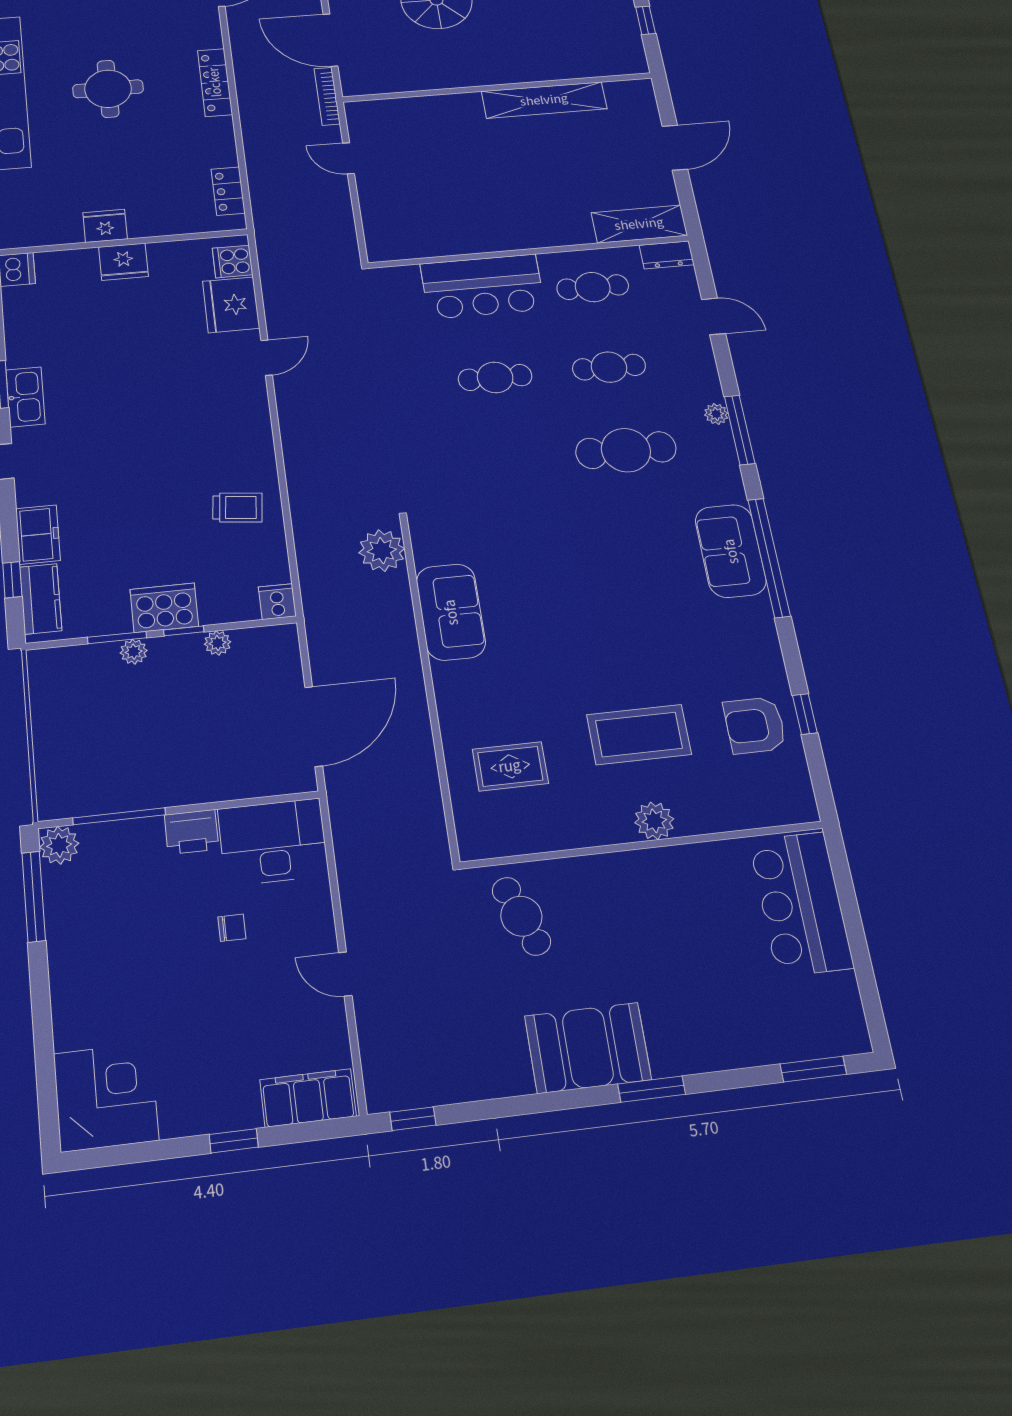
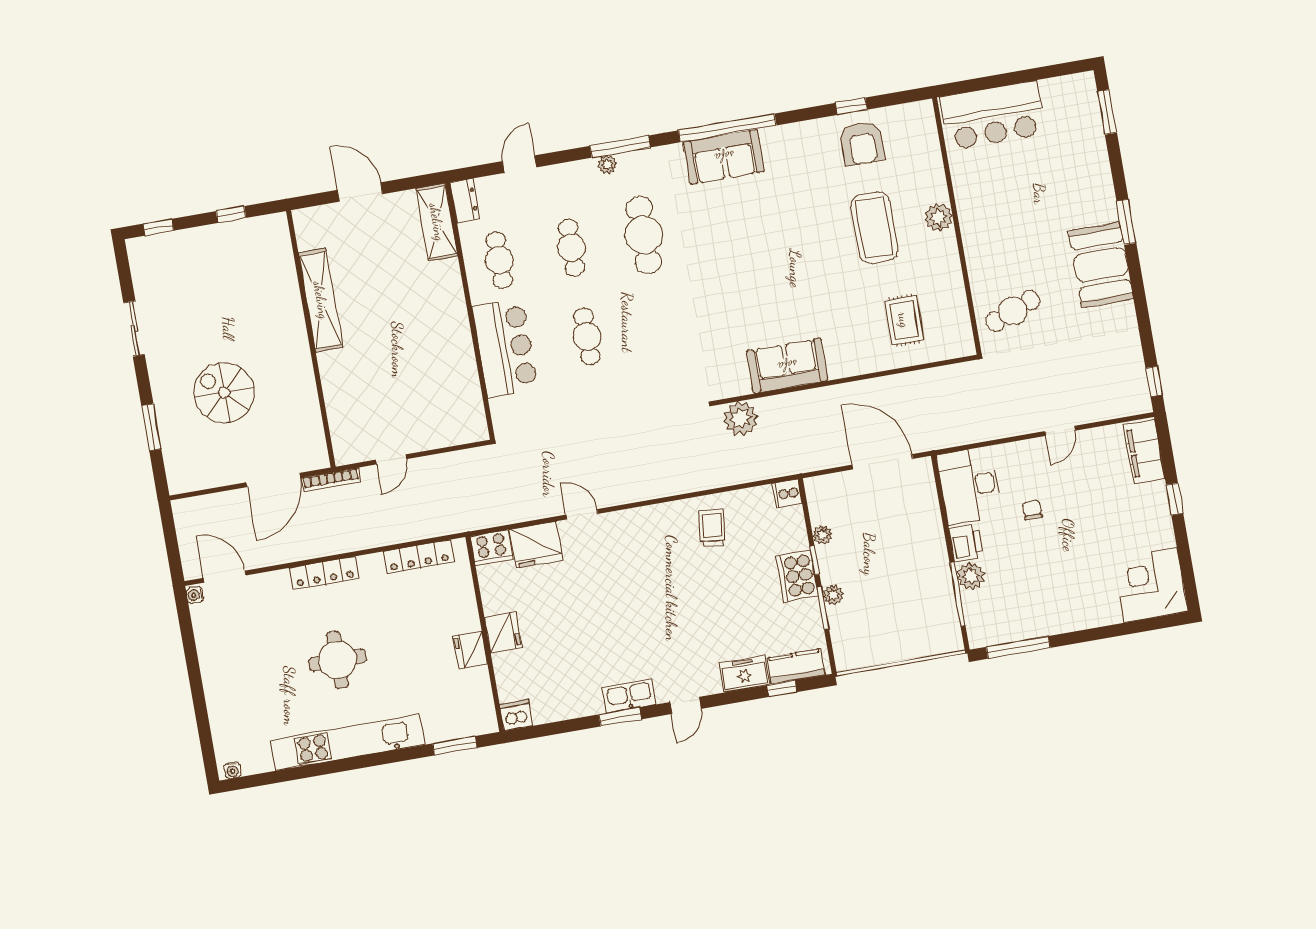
locker: (228, 191) -> (419, 557), width x1.53
cooker: (233, 261) -> (491, 547), width x1.36
plant: (59, 845) -> (971, 576), moved

